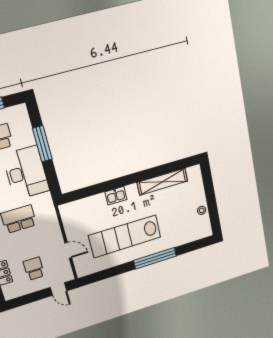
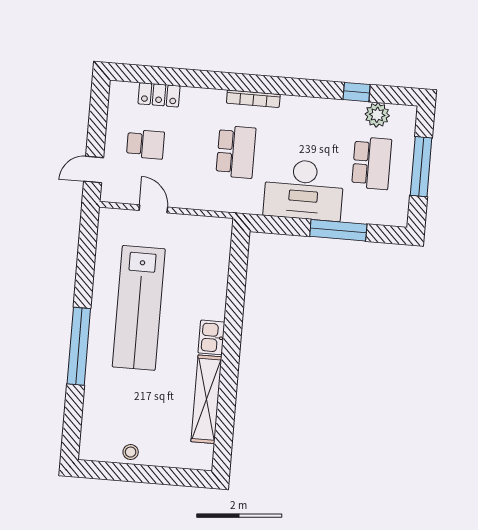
kitchen sink: (116, 196) -> (211, 337), moved
lab bench: (125, 236) -> (139, 308), turned 180
door: (68, 250) -> (153, 209), swing flipped

